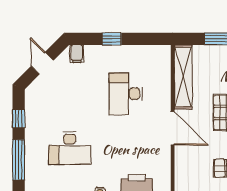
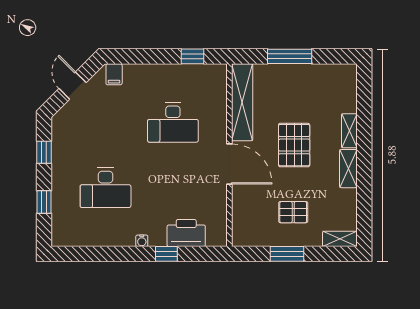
window: (112, 39) -> (192, 56), moved
desk: (126, 94) -> (173, 122), turned -90
window: (19, 160) -> (44, 202), width x0.46

